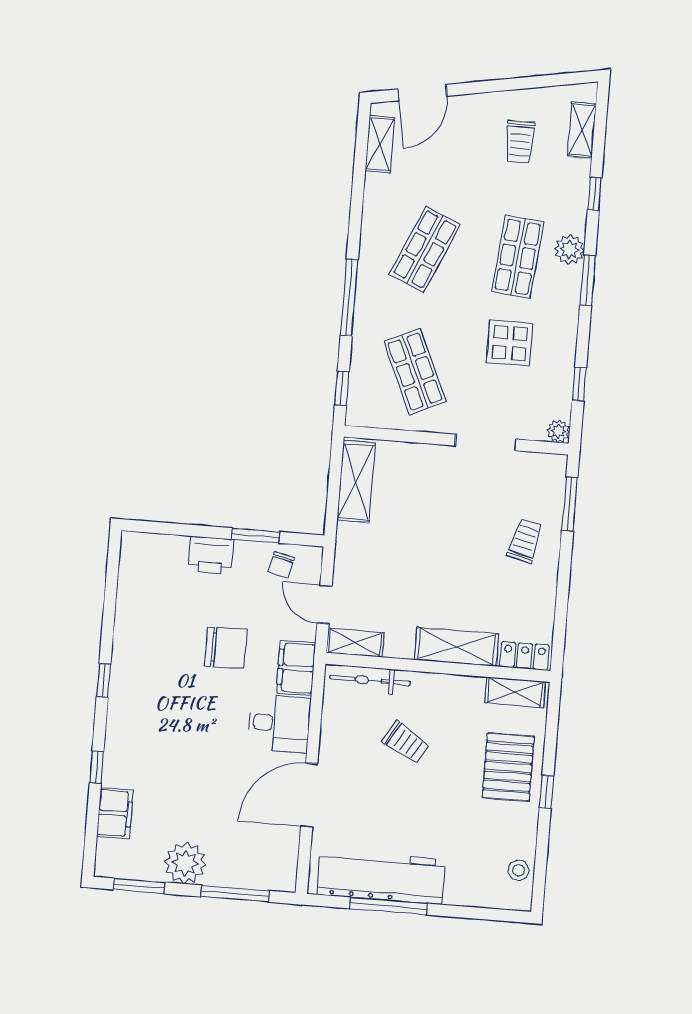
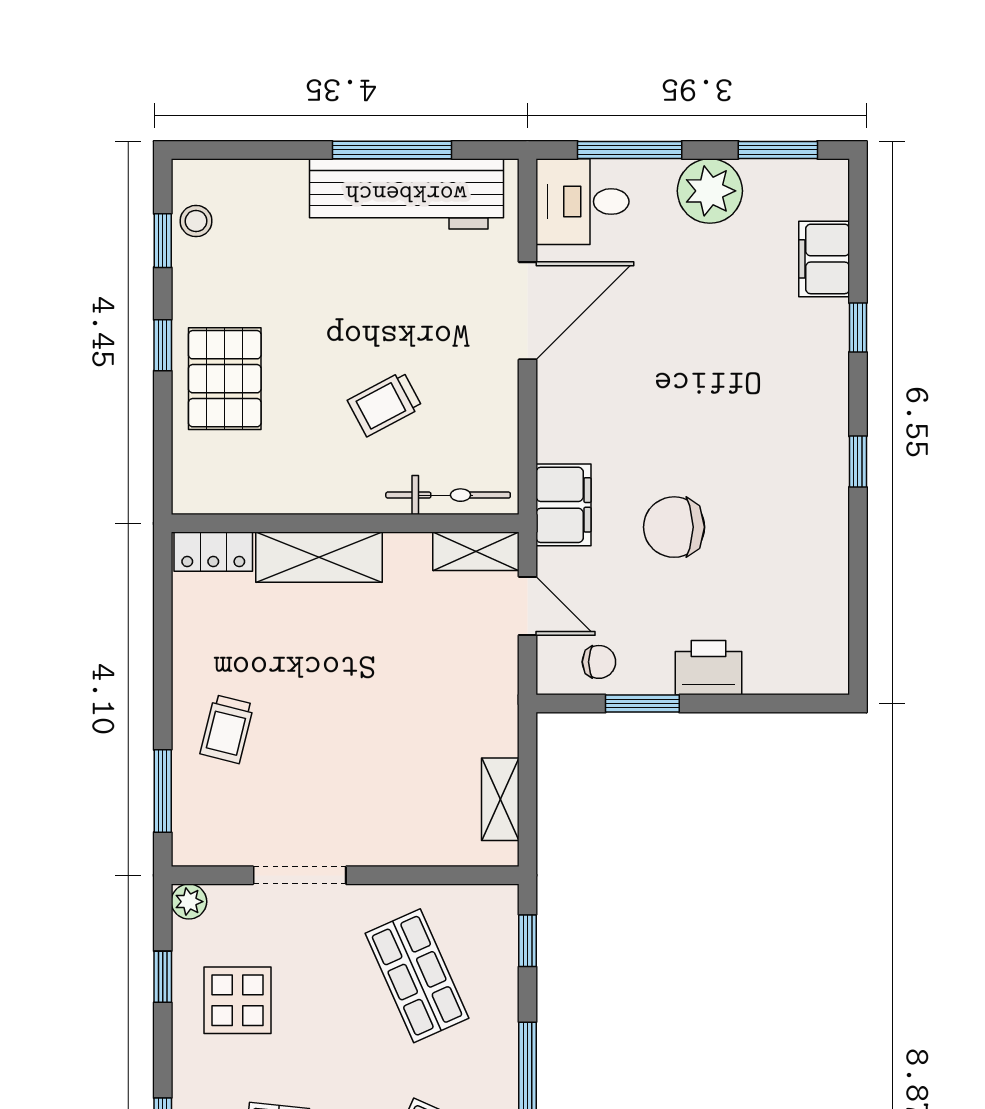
display table: (510, 343) -> (237, 1000), moved
shelving: (356, 482) -> (500, 799), width x0.67, depth x0.75
chair: (281, 565) -> (599, 662), turned 77
shelving: (515, 692) -> (223, 494), removed
desk: (279, 723) -> (582, 202), moved
trolley: (406, 742) -> (385, 404), turned -59
window: (541, 859) -> (163, 241), added

